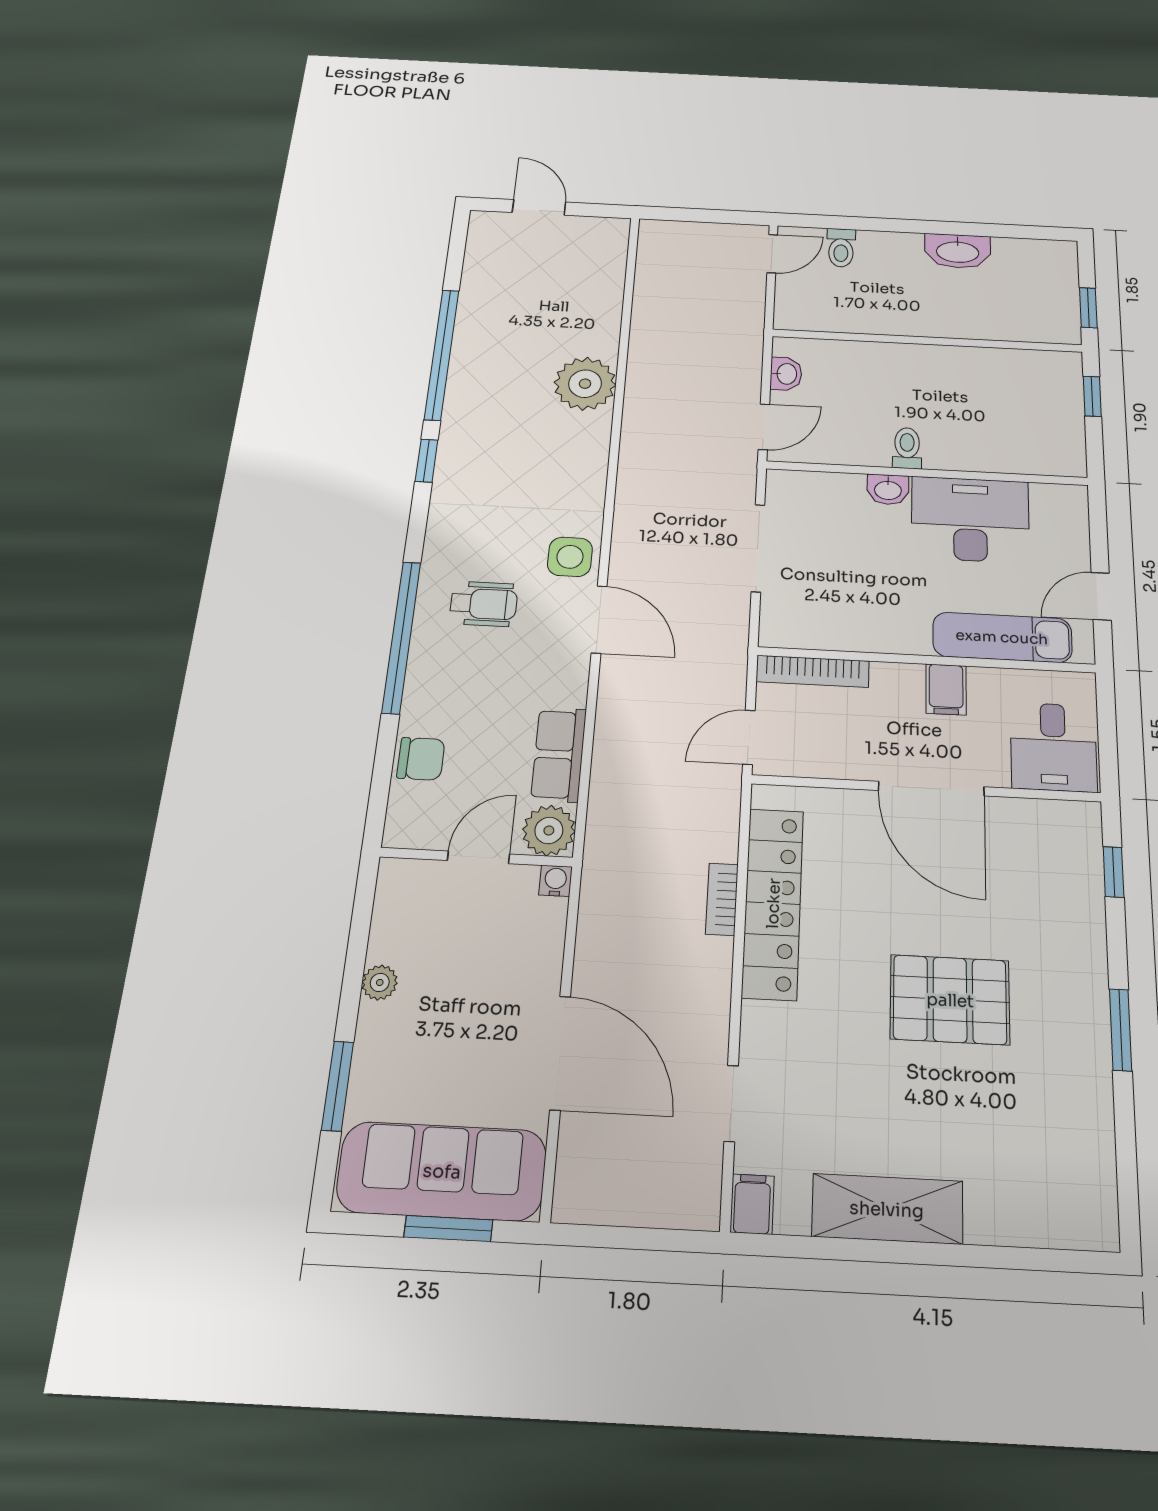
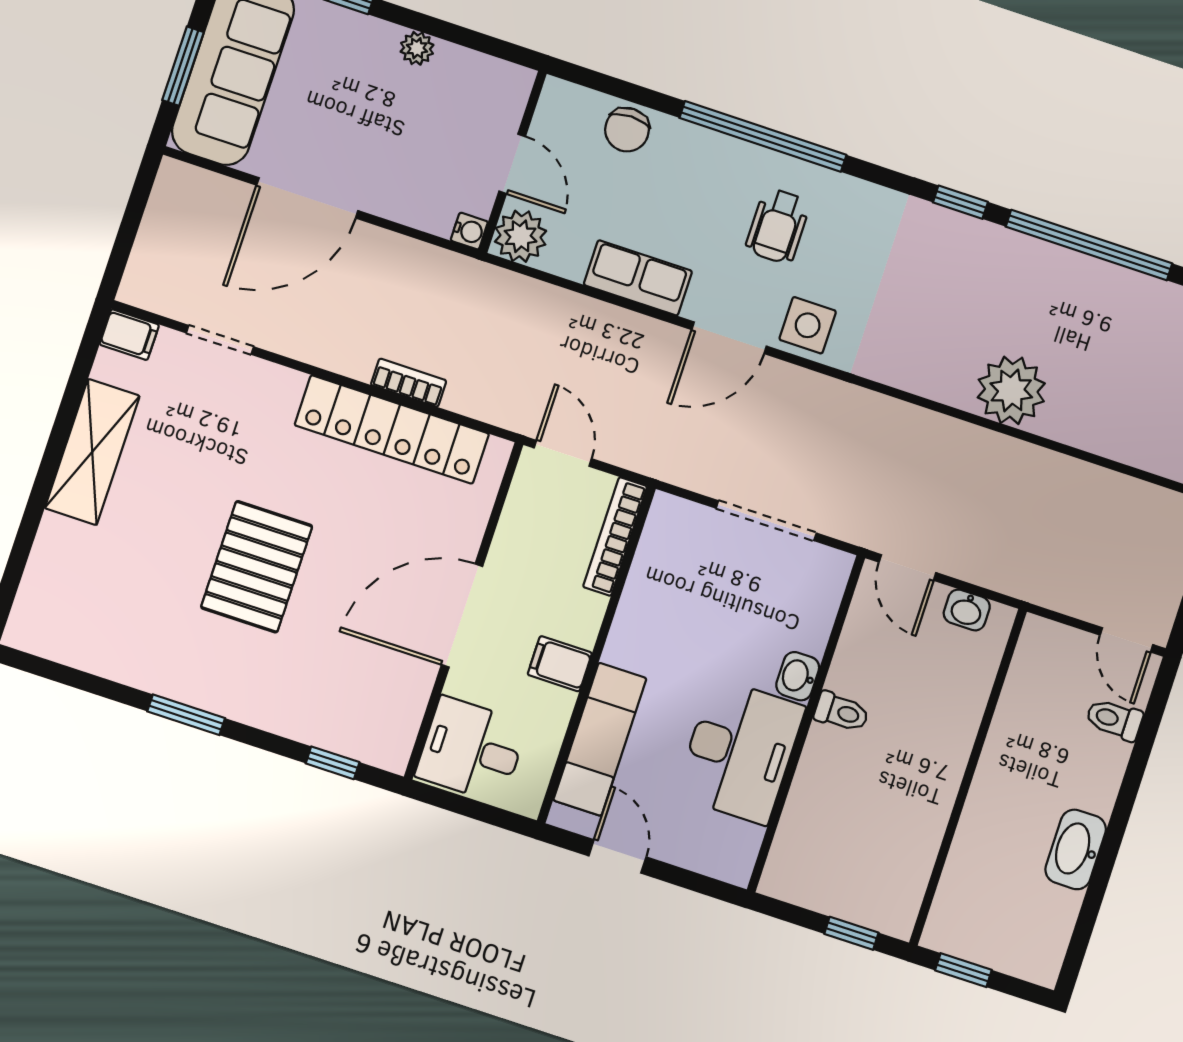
row of seats: (559, 755) -> (638, 278), moved

